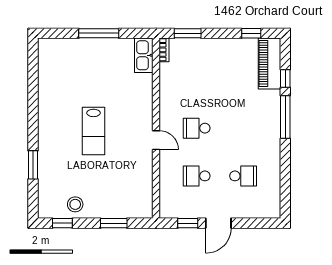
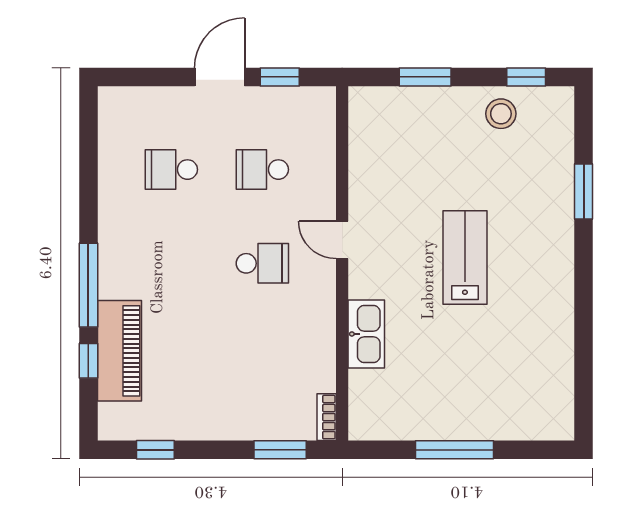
kitchen sink: (144, 55) -> (366, 334), moved
piano: (269, 63) -> (120, 351), moved
school desk: (197, 176) -> (262, 170), turned 180

